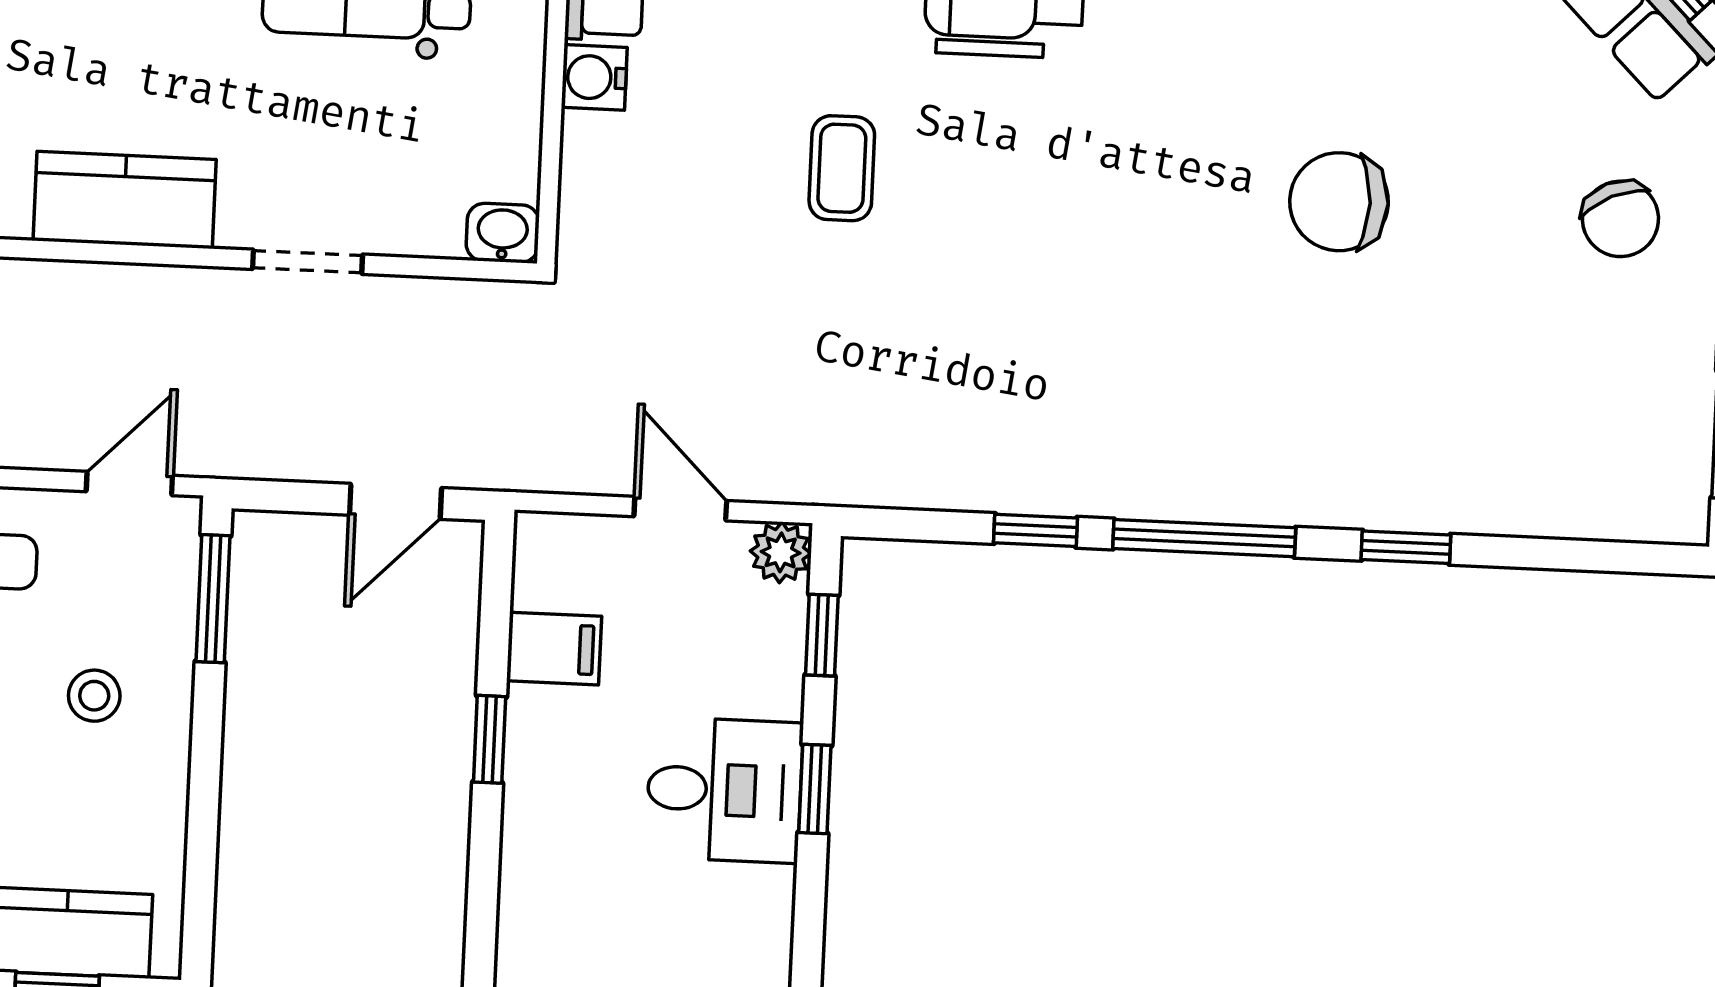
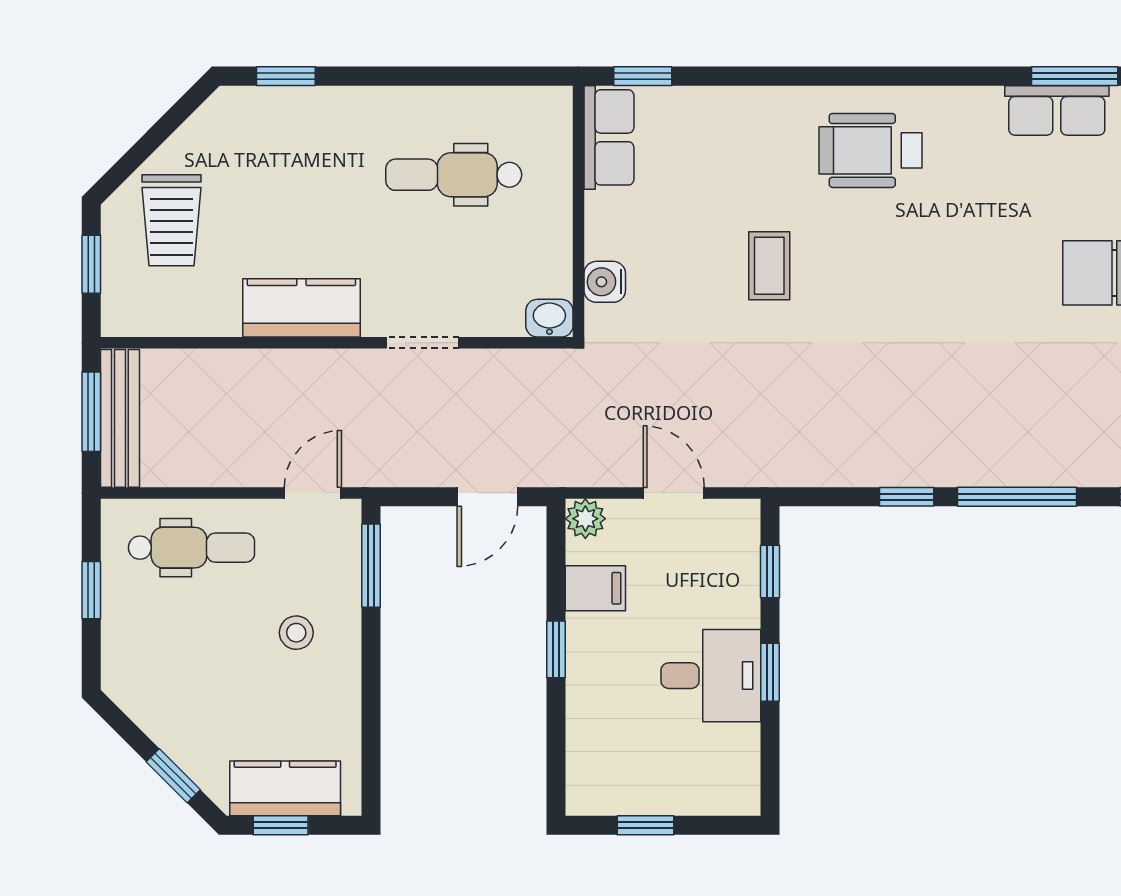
water cooler: (594, 77) -> (605, 282), moved
plant: (781, 552) -> (585, 519), moved

